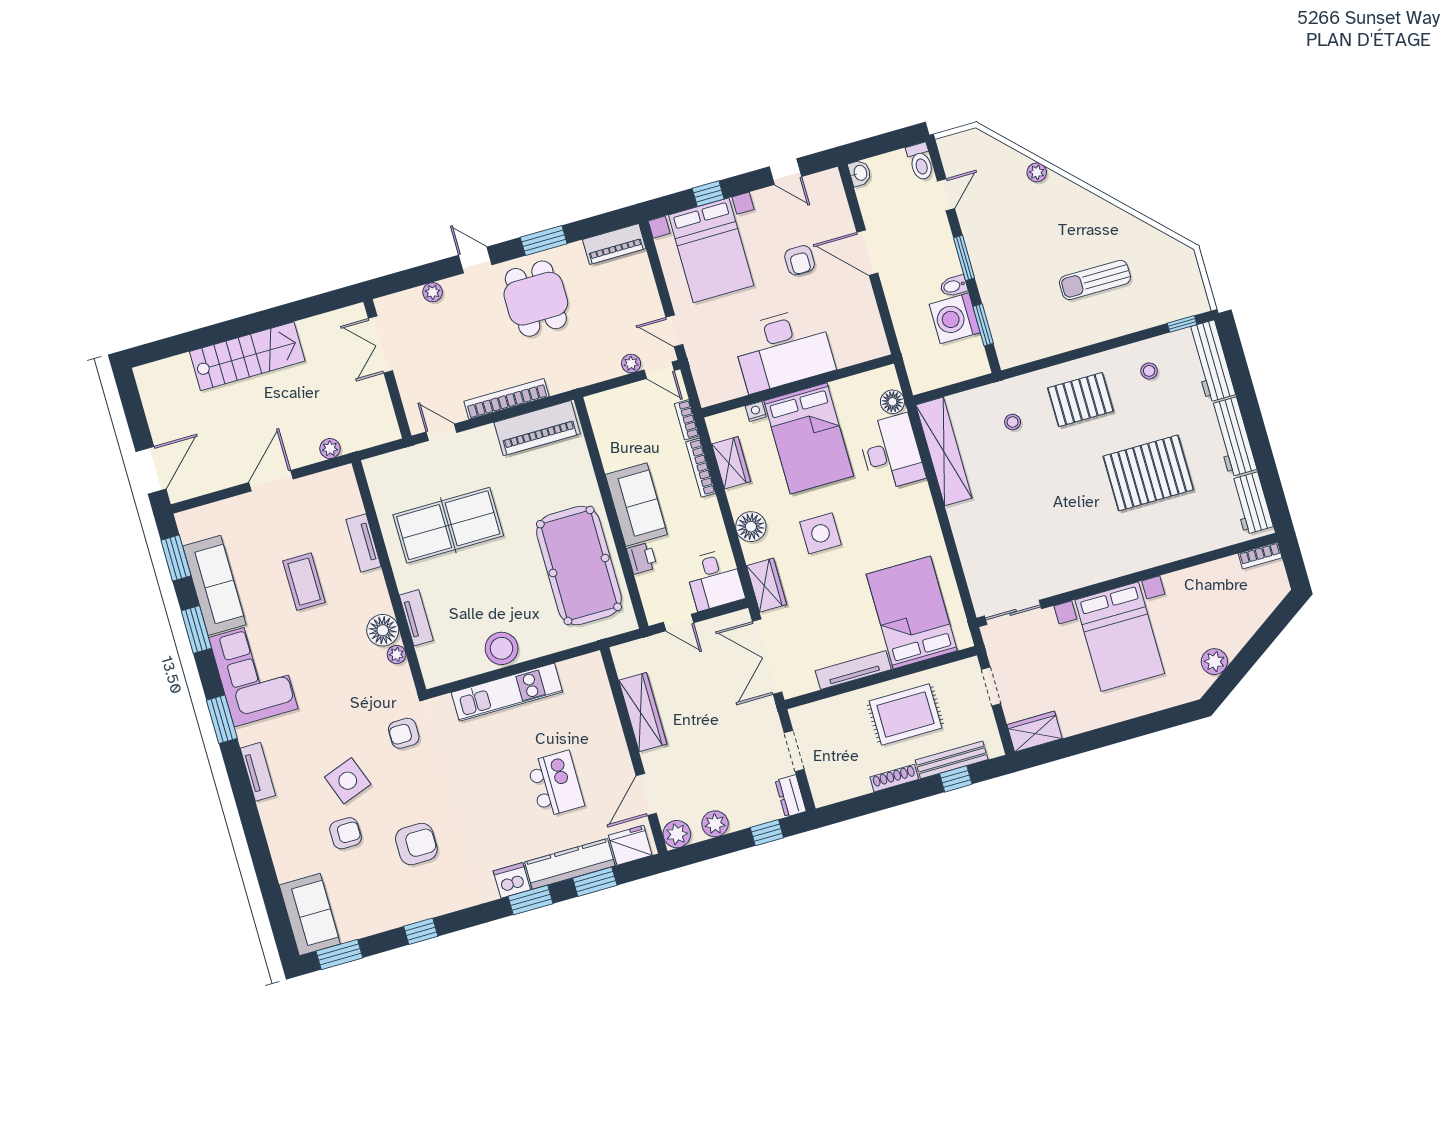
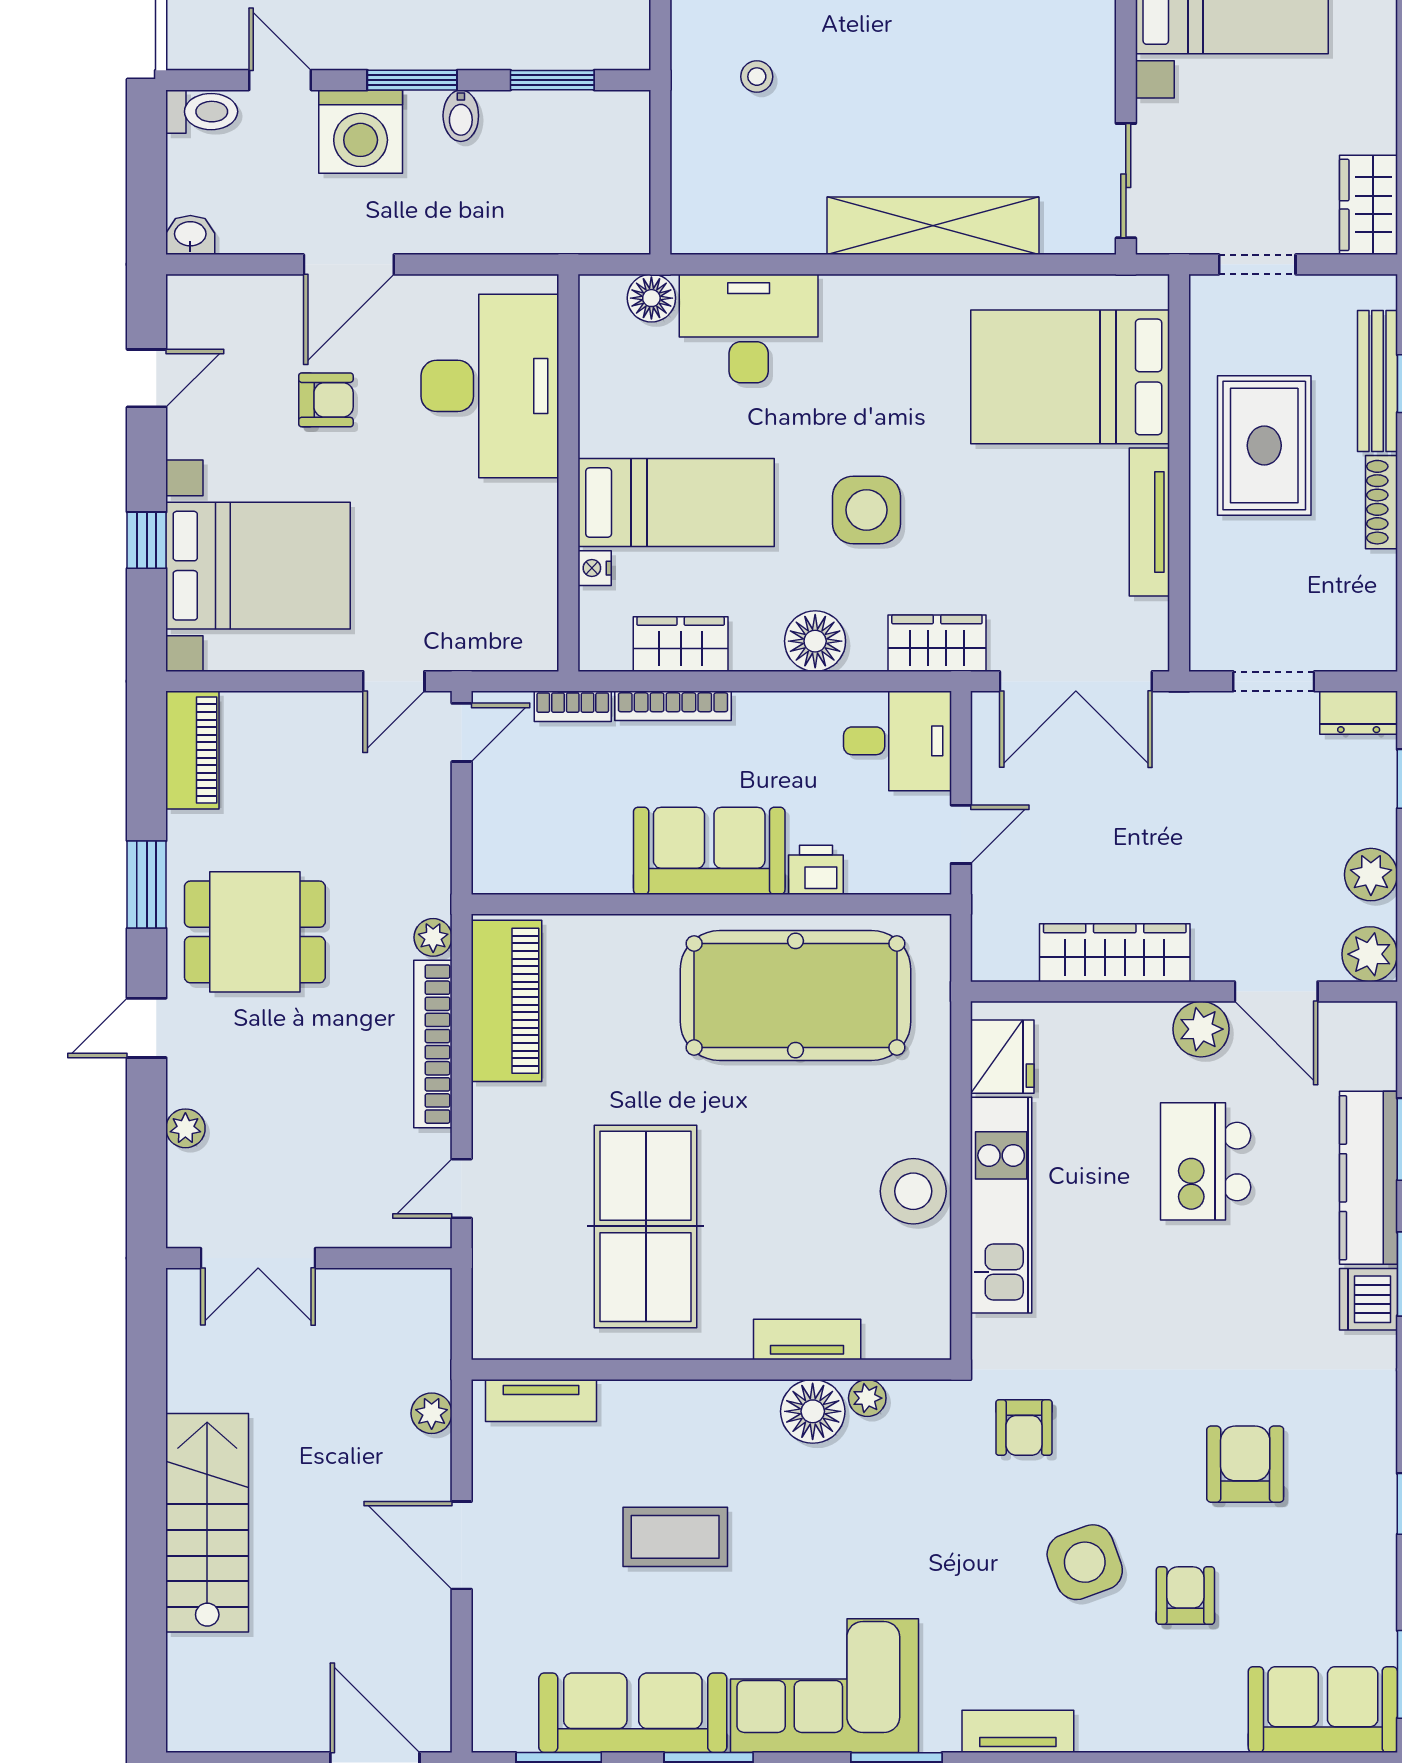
washing machine: (955, 318) -> (361, 132), moved
desk: (783, 349) -> (490, 386), moved
plant: (631, 364) -> (433, 937), moved
bed: (809, 438) -> (676, 503), width x0.67
shelving: (944, 451) -> (933, 226), moved
tv unit: (363, 543) -> (541, 1400), moved
plant: (618, 764) -> (1201, 1029), added
kitchen island: (556, 784) -> (1206, 1161), turned -90
fridge: (630, 845) -> (1002, 1057), moved, turned 180

